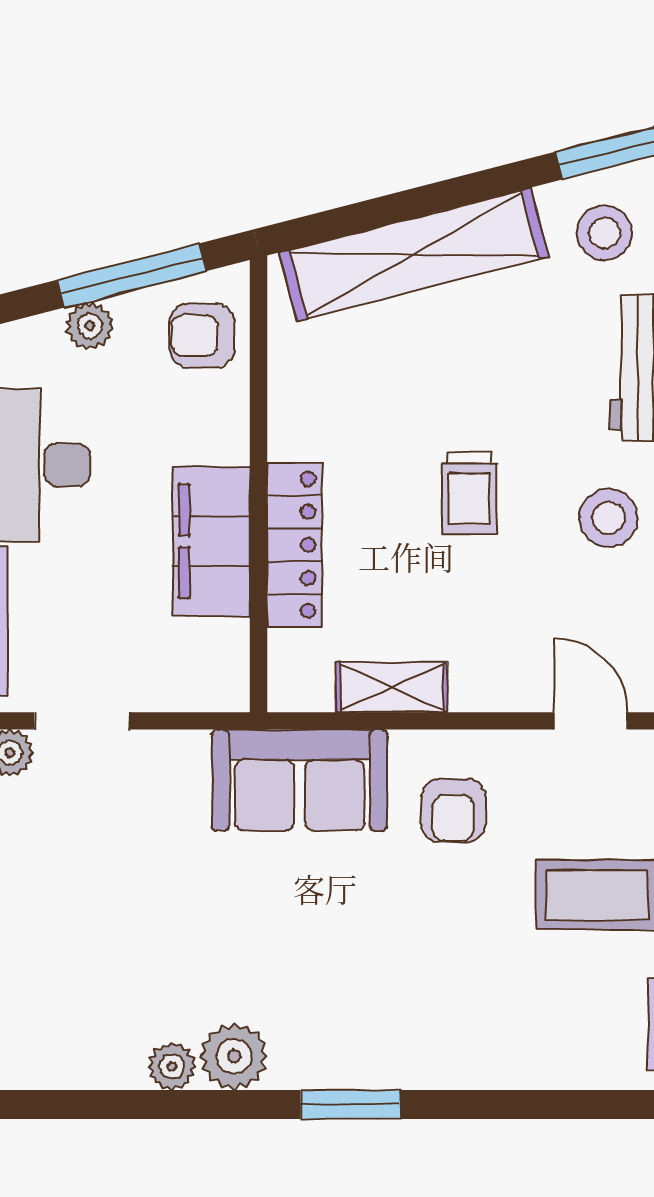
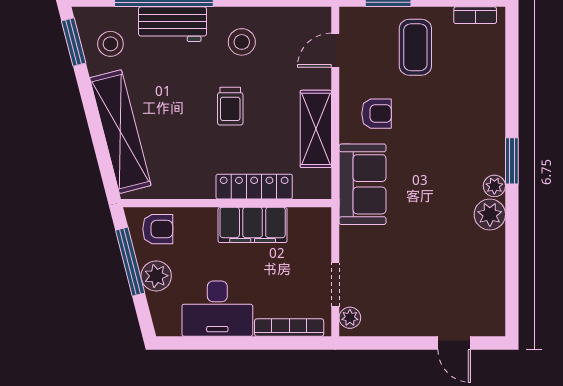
plant: (90, 326) -> (156, 276), width x1.38, depth x1.38
armchair: (202, 335) -> (158, 229), turned -90
trolley: (469, 493) -> (230, 106), turned 90
shelving: (392, 687) -> (316, 129), width x1.50, depth x1.33
plant: (172, 1066) -> (494, 186), moved

